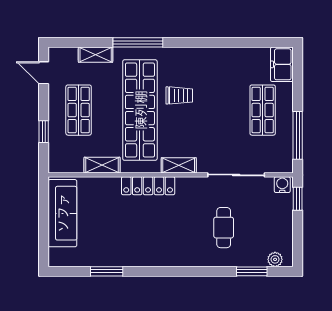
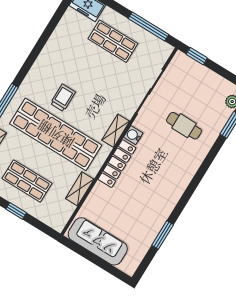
window: (44, 132) -> (16, 211), moved
water cooler: (282, 185) -> (133, 135), moved

